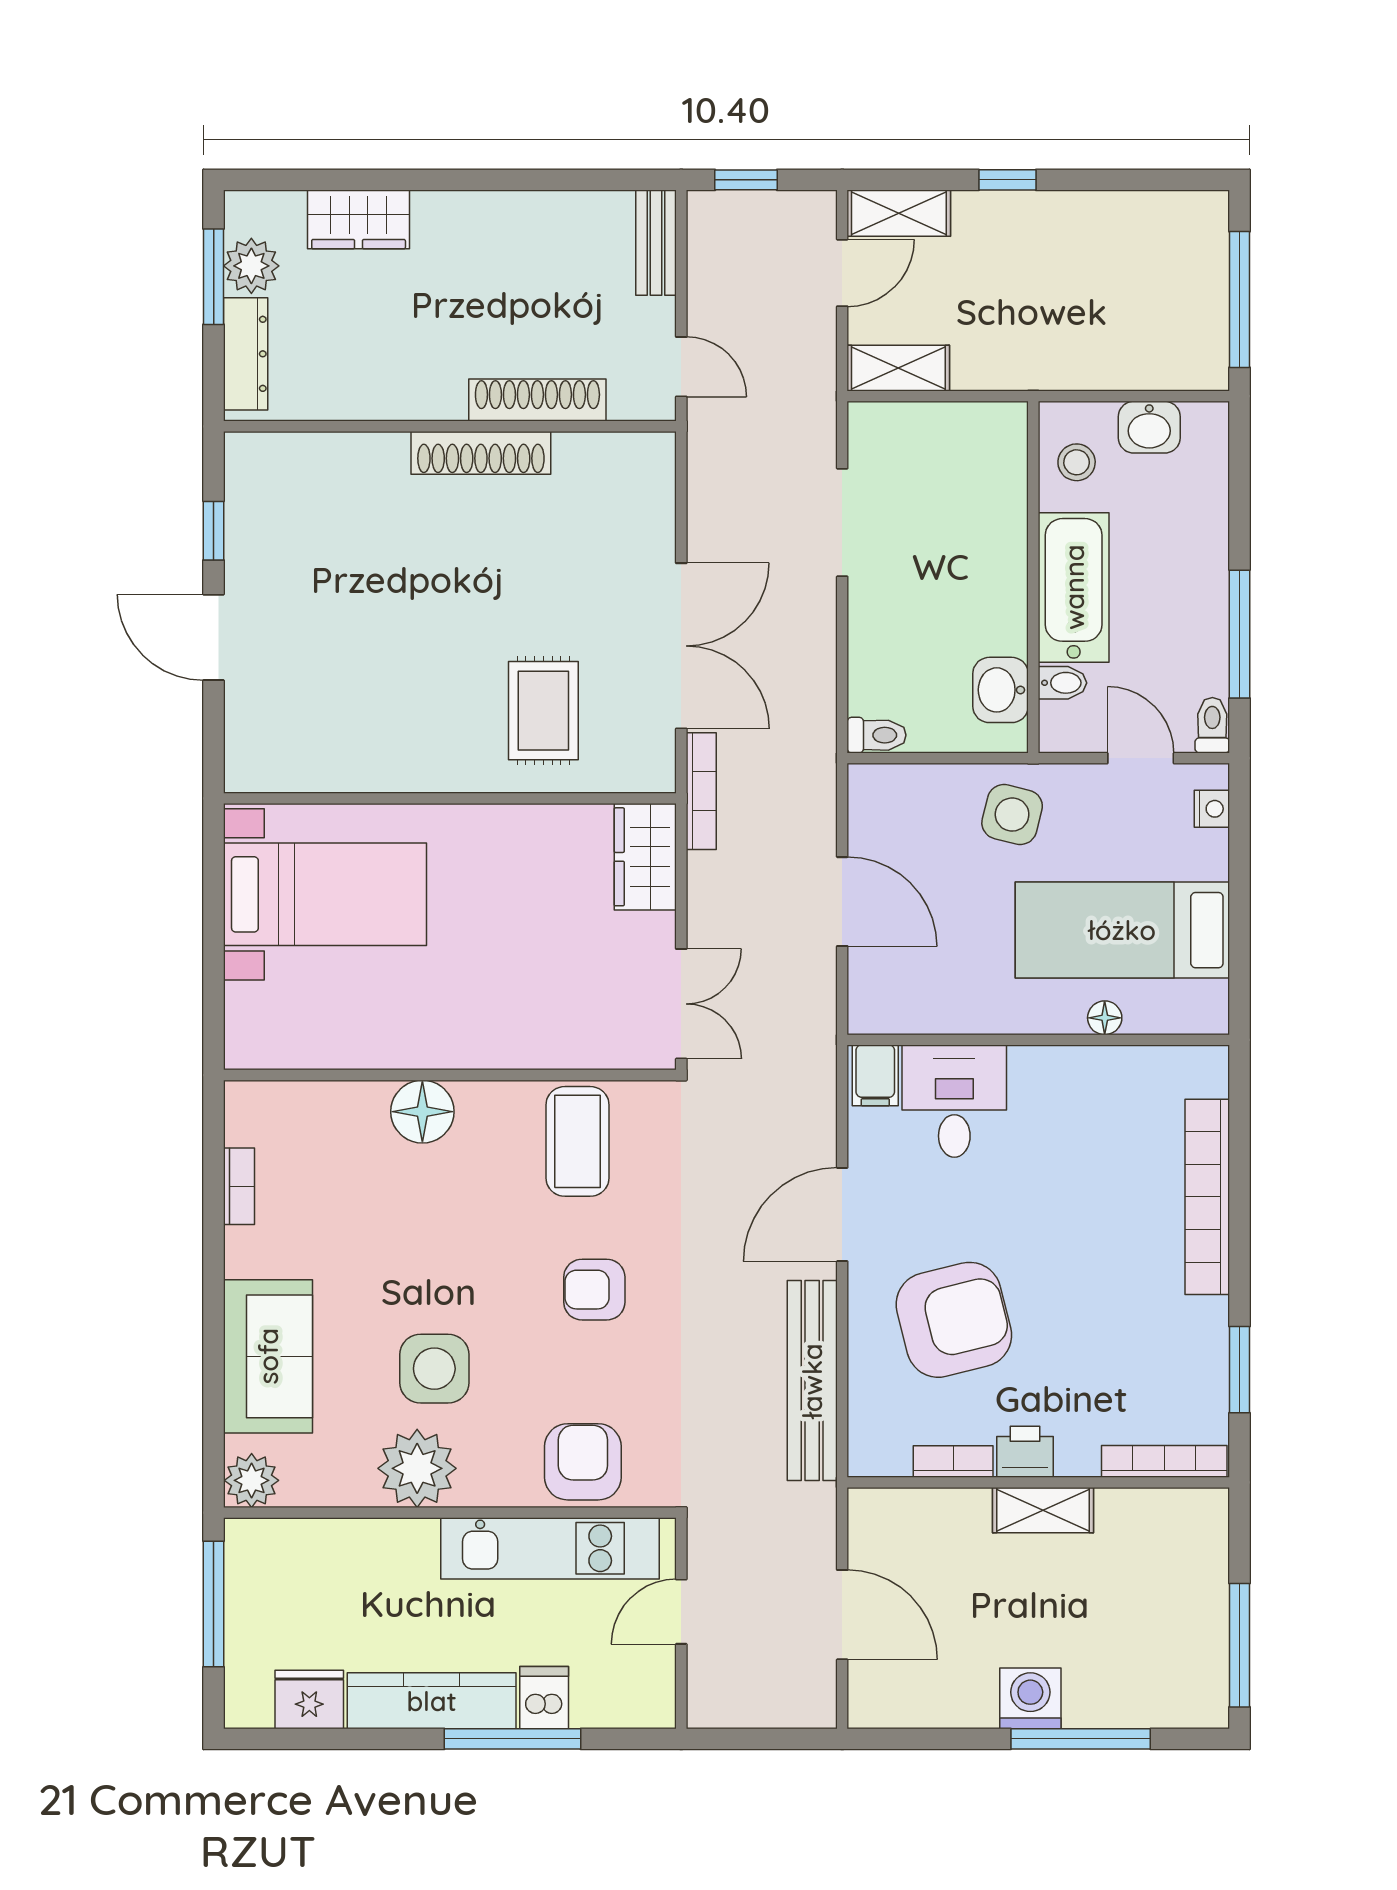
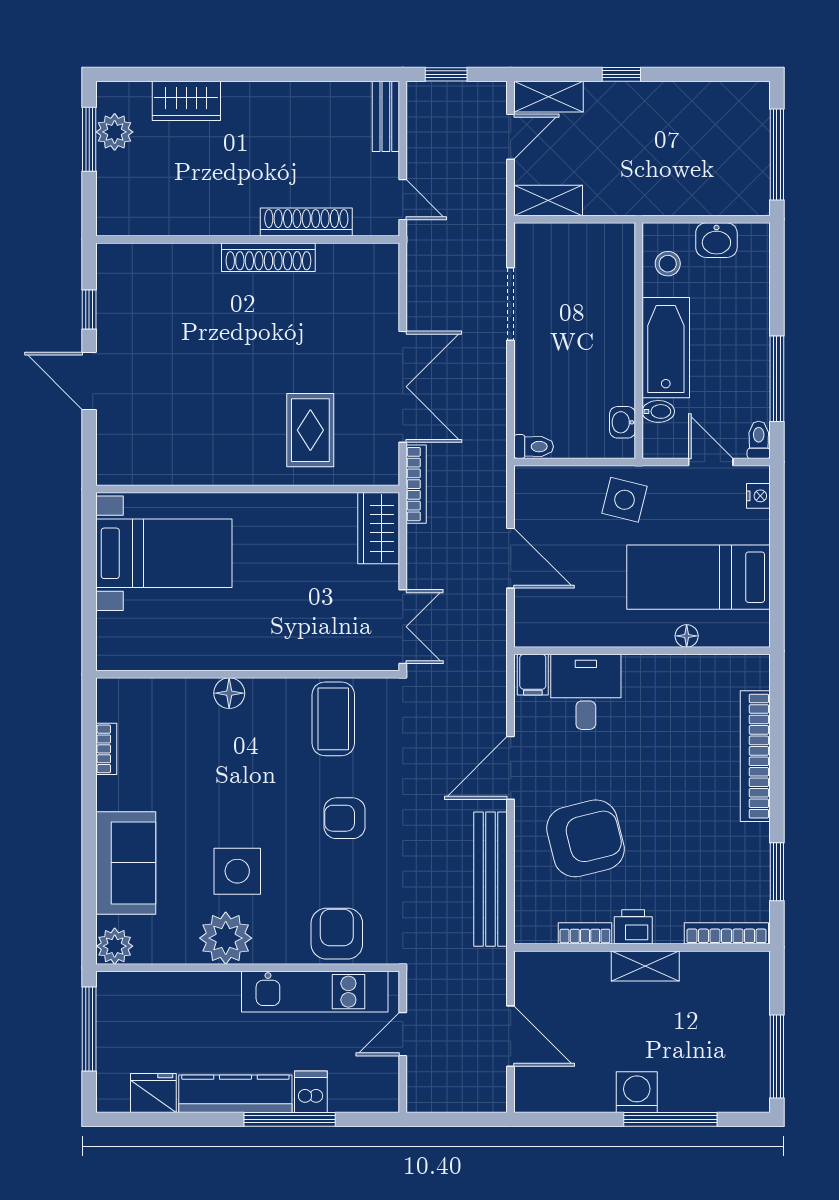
dresser: (246, 354) -> (111, 191), removed
washbasin: (1001, 690) -> (623, 422), width x0.72, depth x0.69
floor lamp: (422, 1112) -> (229, 693), width x0.73, depth x0.73

